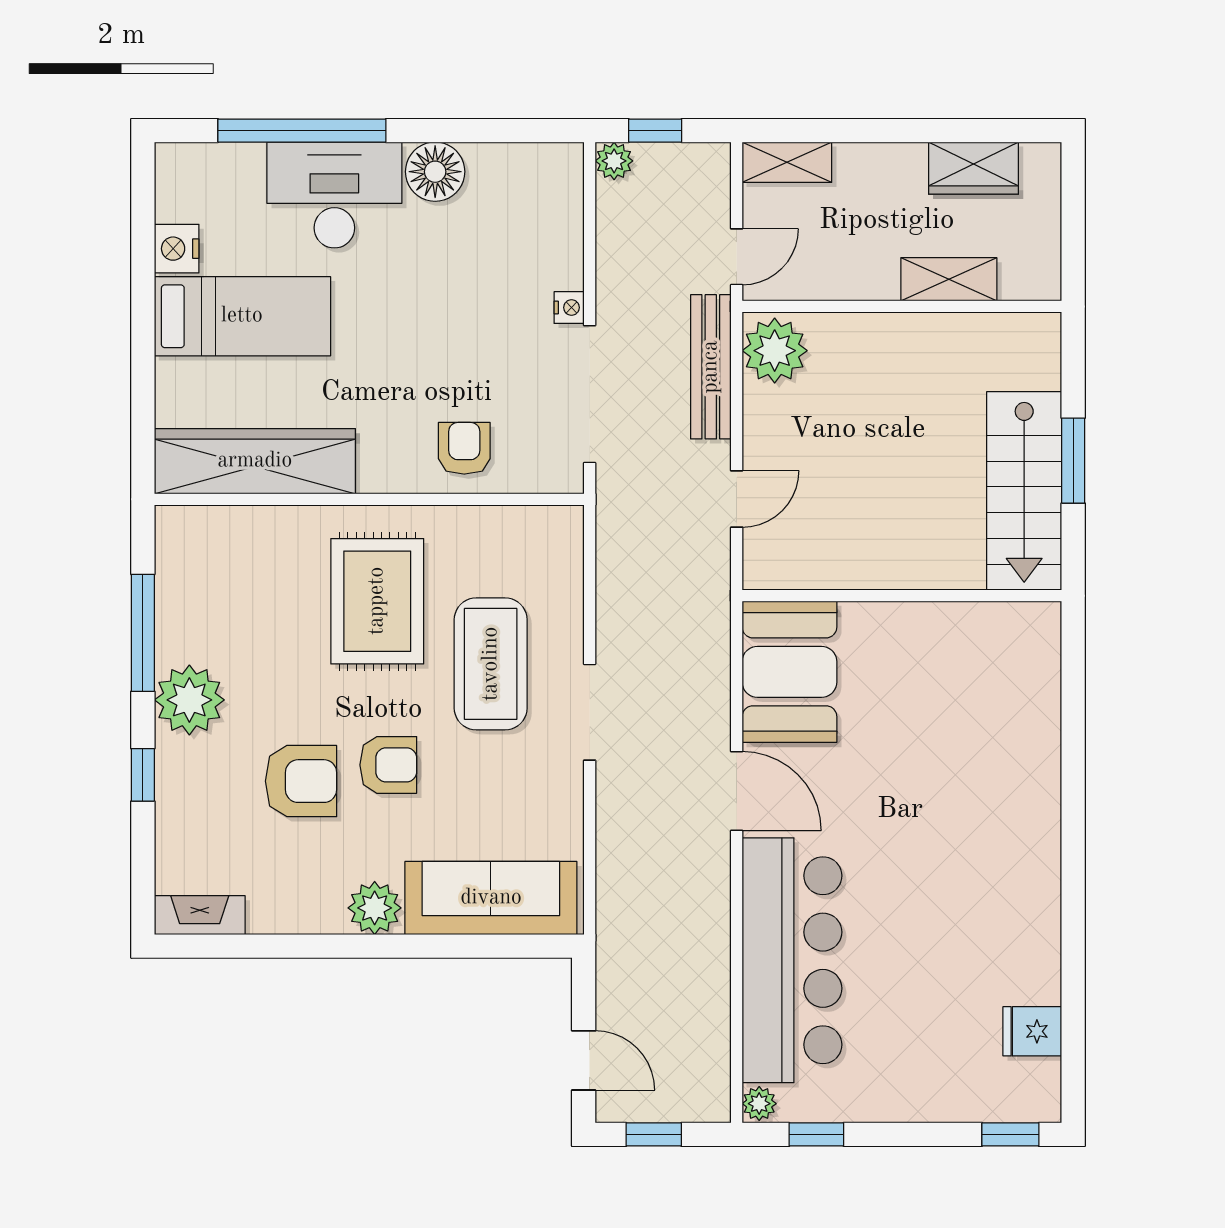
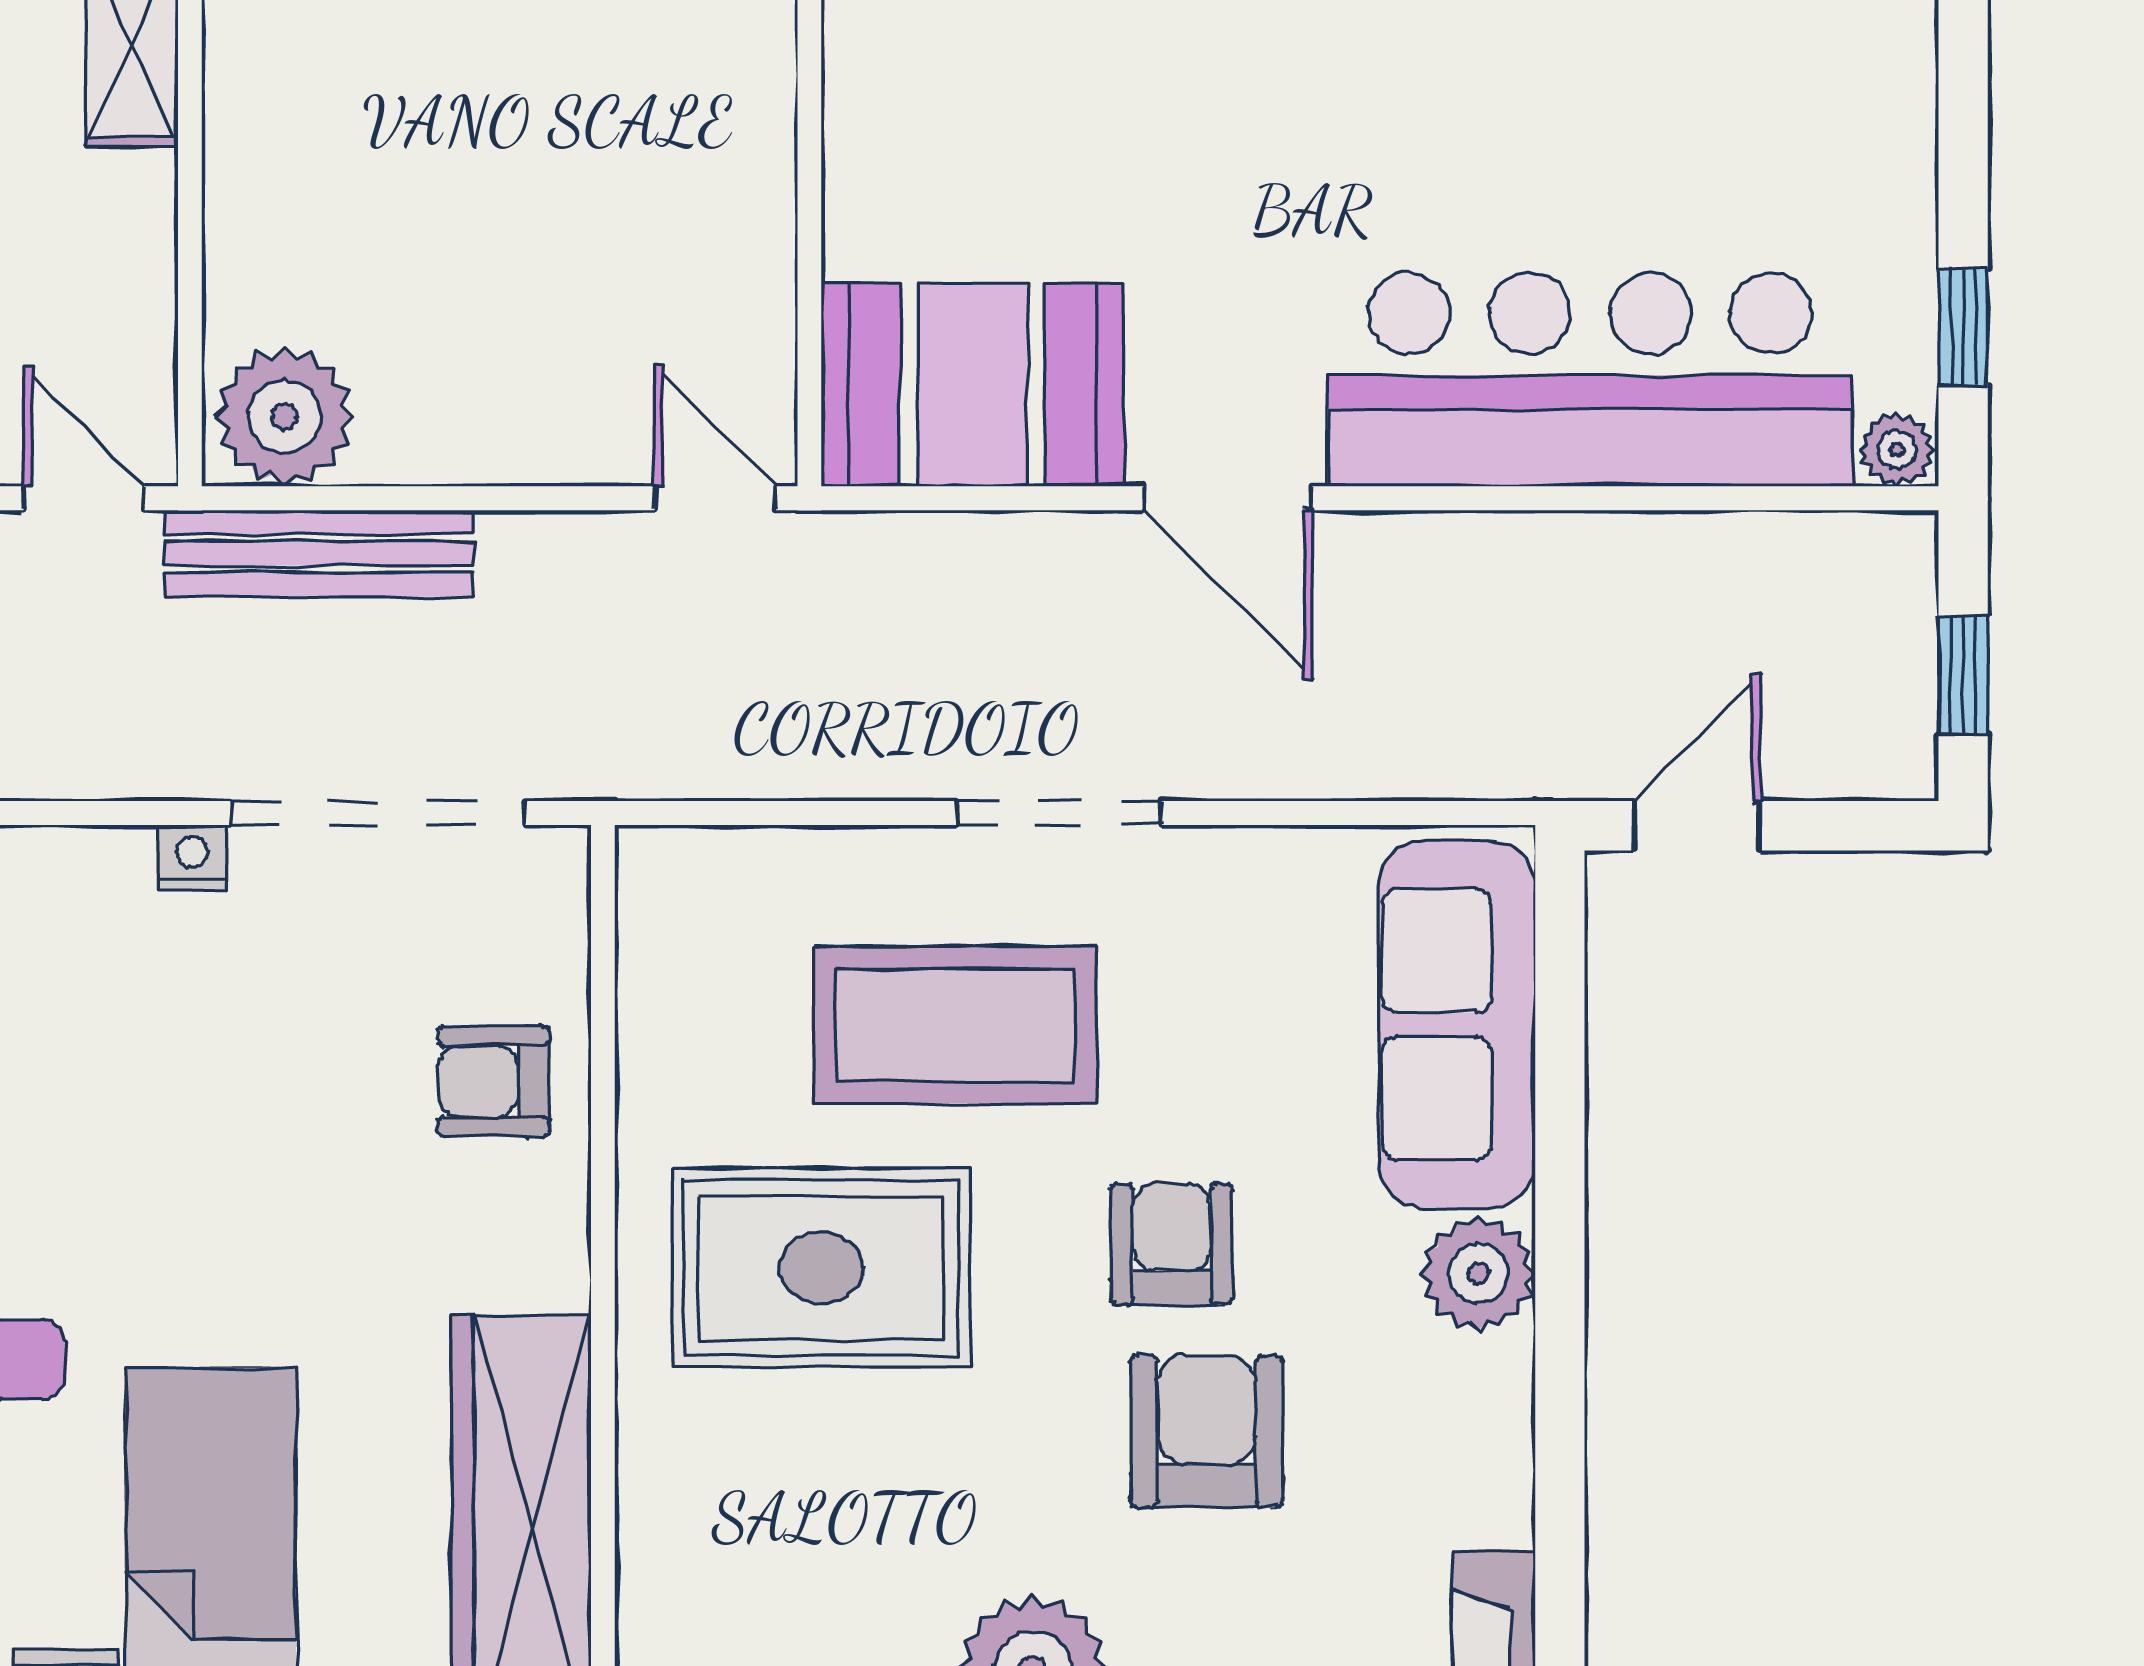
door: (737, 499) -> (715, 498), moved
door: (737, 791) -> (1228, 498), swing flipped
door: (584, 1060) -> (1697, 826), moved

